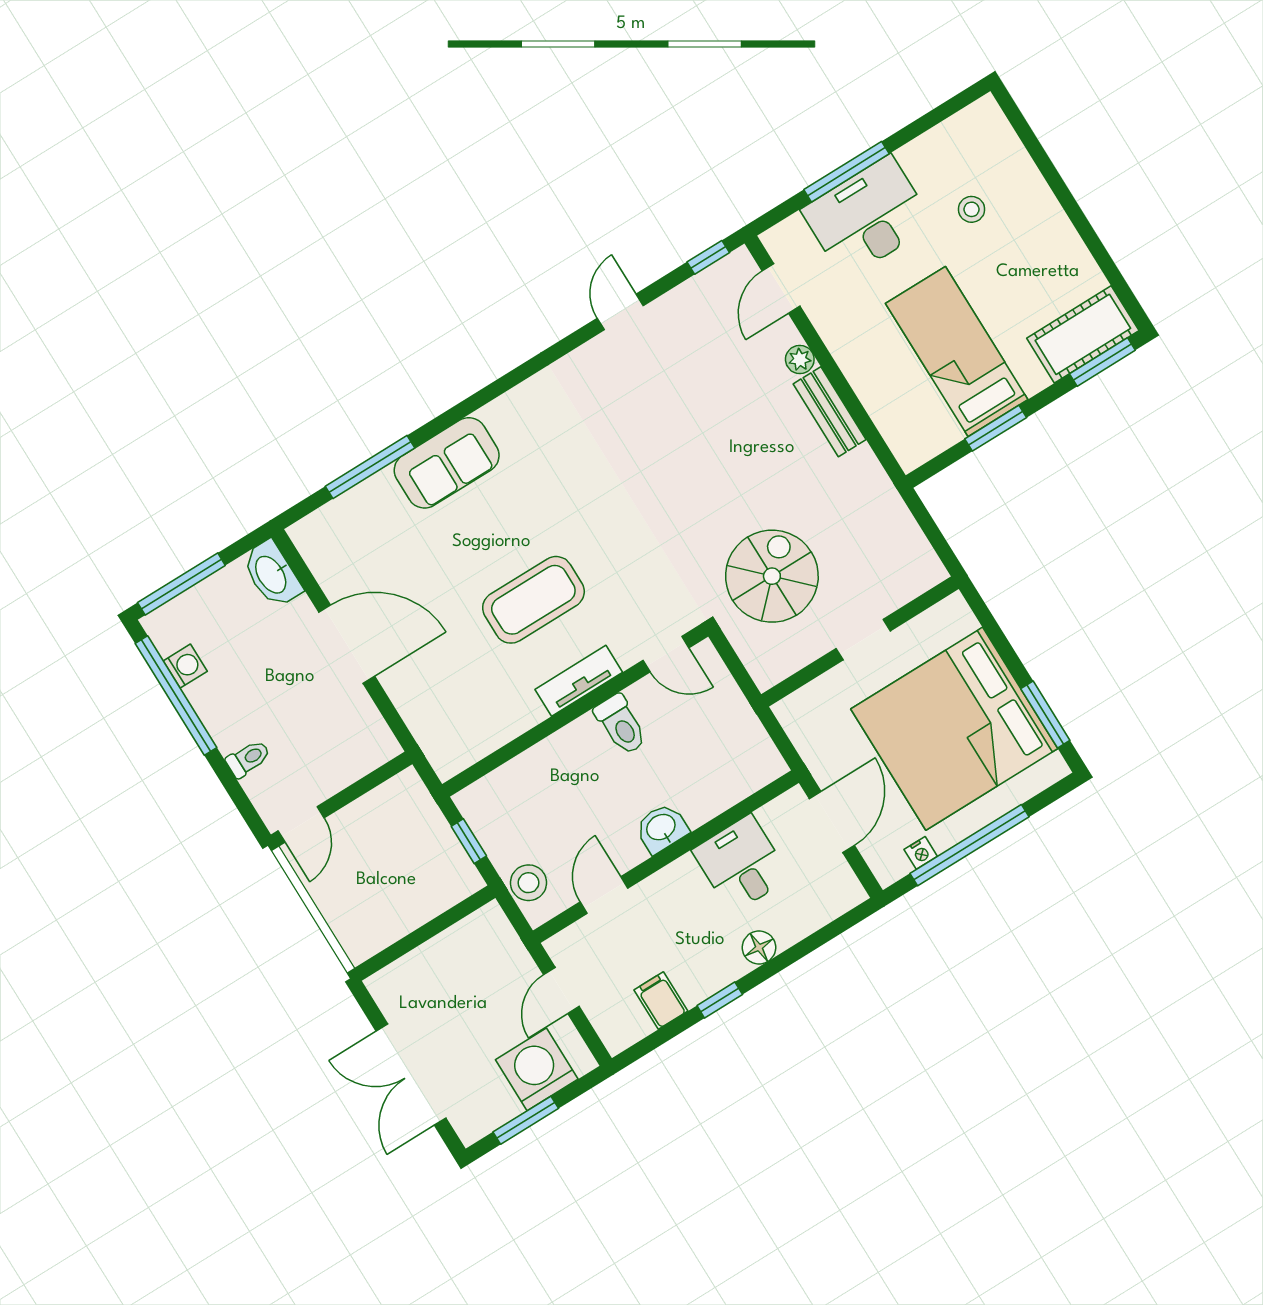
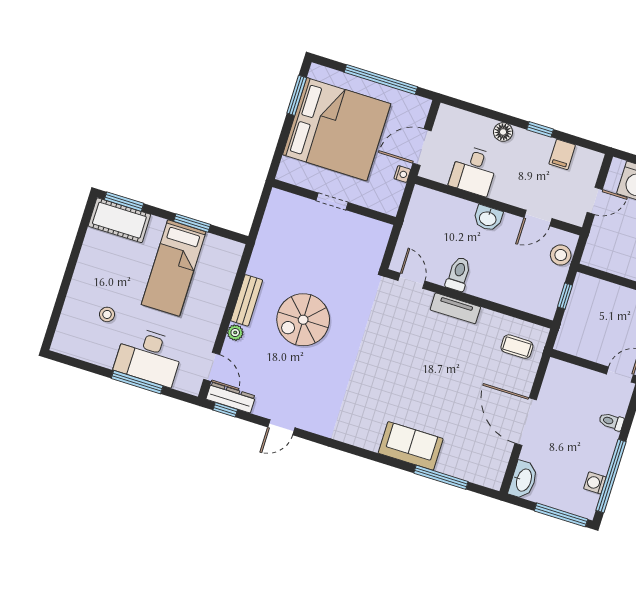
dresser: (718, 279) -> (231, 398), added
door: (781, 288) -> (212, 367), hinge flipped
spiral stairs: (772, 576) -> (303, 320), moved
coffee table: (533, 600) -> (517, 347), moved, width x0.54, depth x0.58
nightstand: (921, 853) -> (402, 174), moved, turned 90

